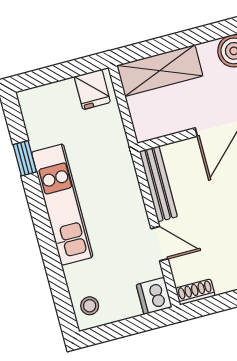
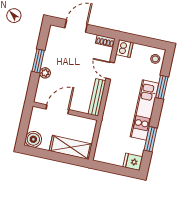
fridge: (92, 89) -> (133, 162), moved, turned -90
window: (25, 158) -> (151, 139), width x1.50
window: (52, 261) -> (162, 87), added

